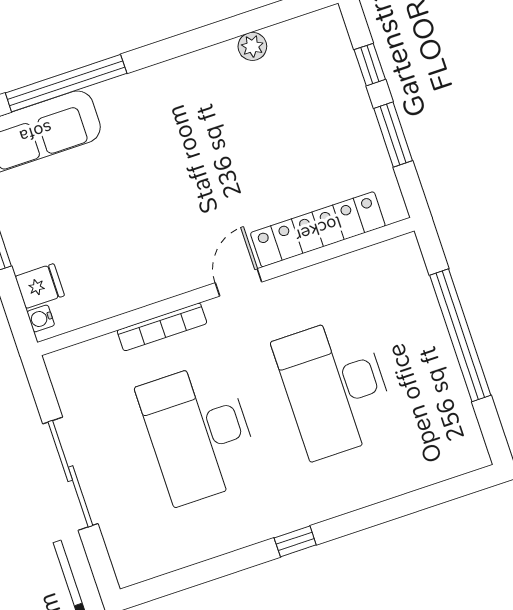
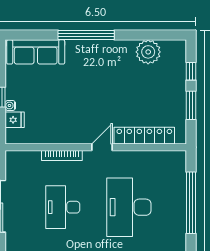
plant: (252, 46) -> (148, 52), width x1.87, depth x1.87
window: (66, 83) -> (86, 35), moved
water cooler: (41, 318) -> (10, 105), moved
desk: (199, 433) -> (63, 207), width x0.73, depth x0.77

